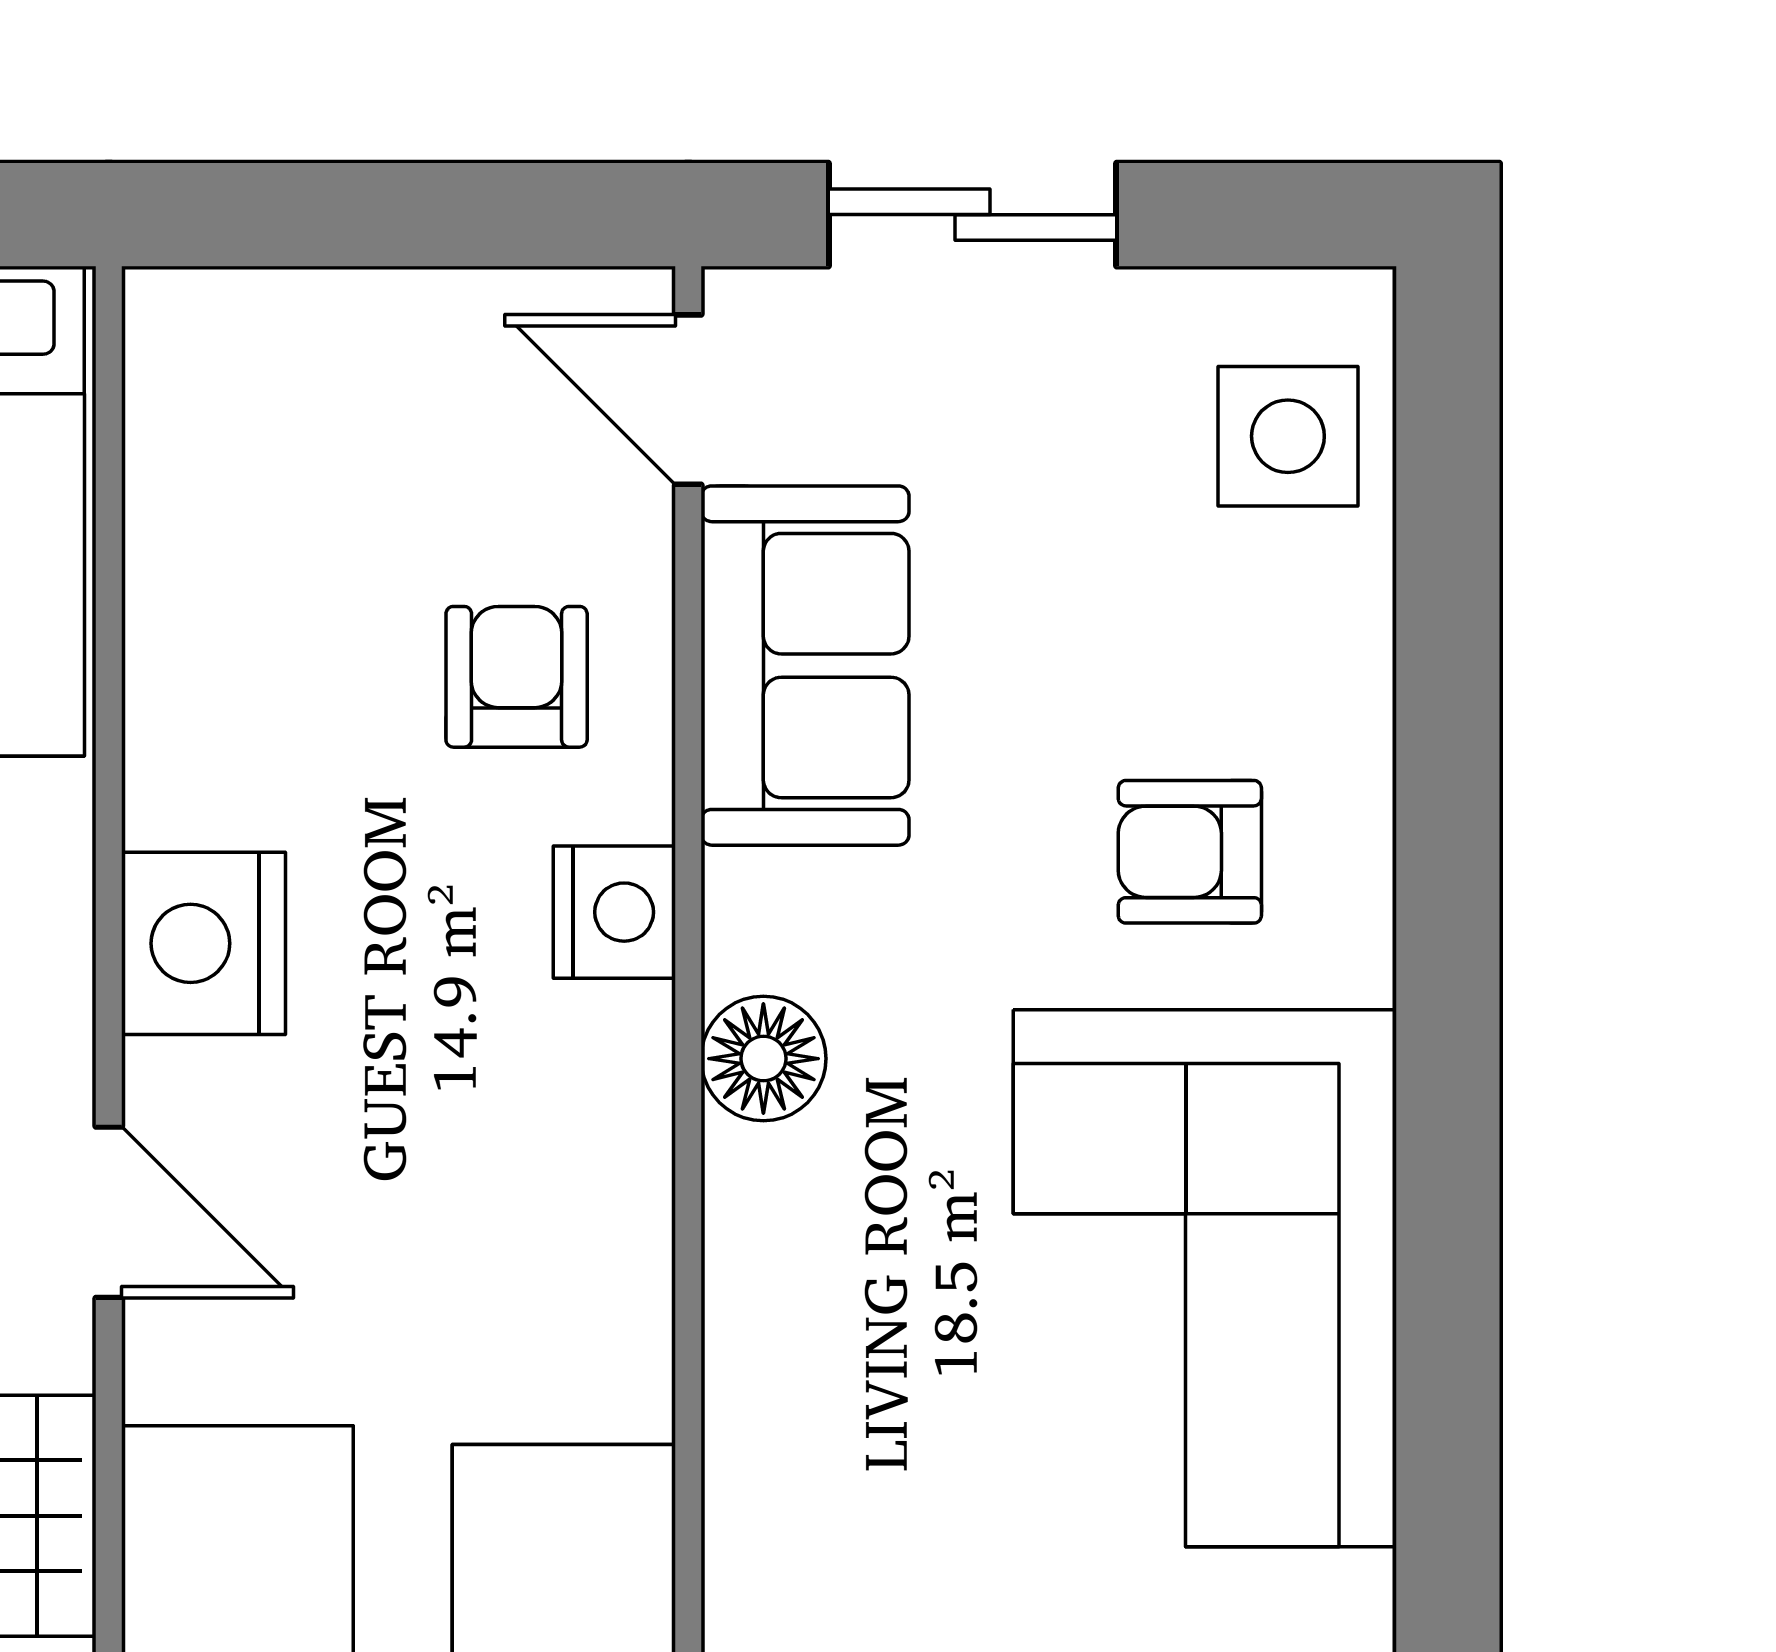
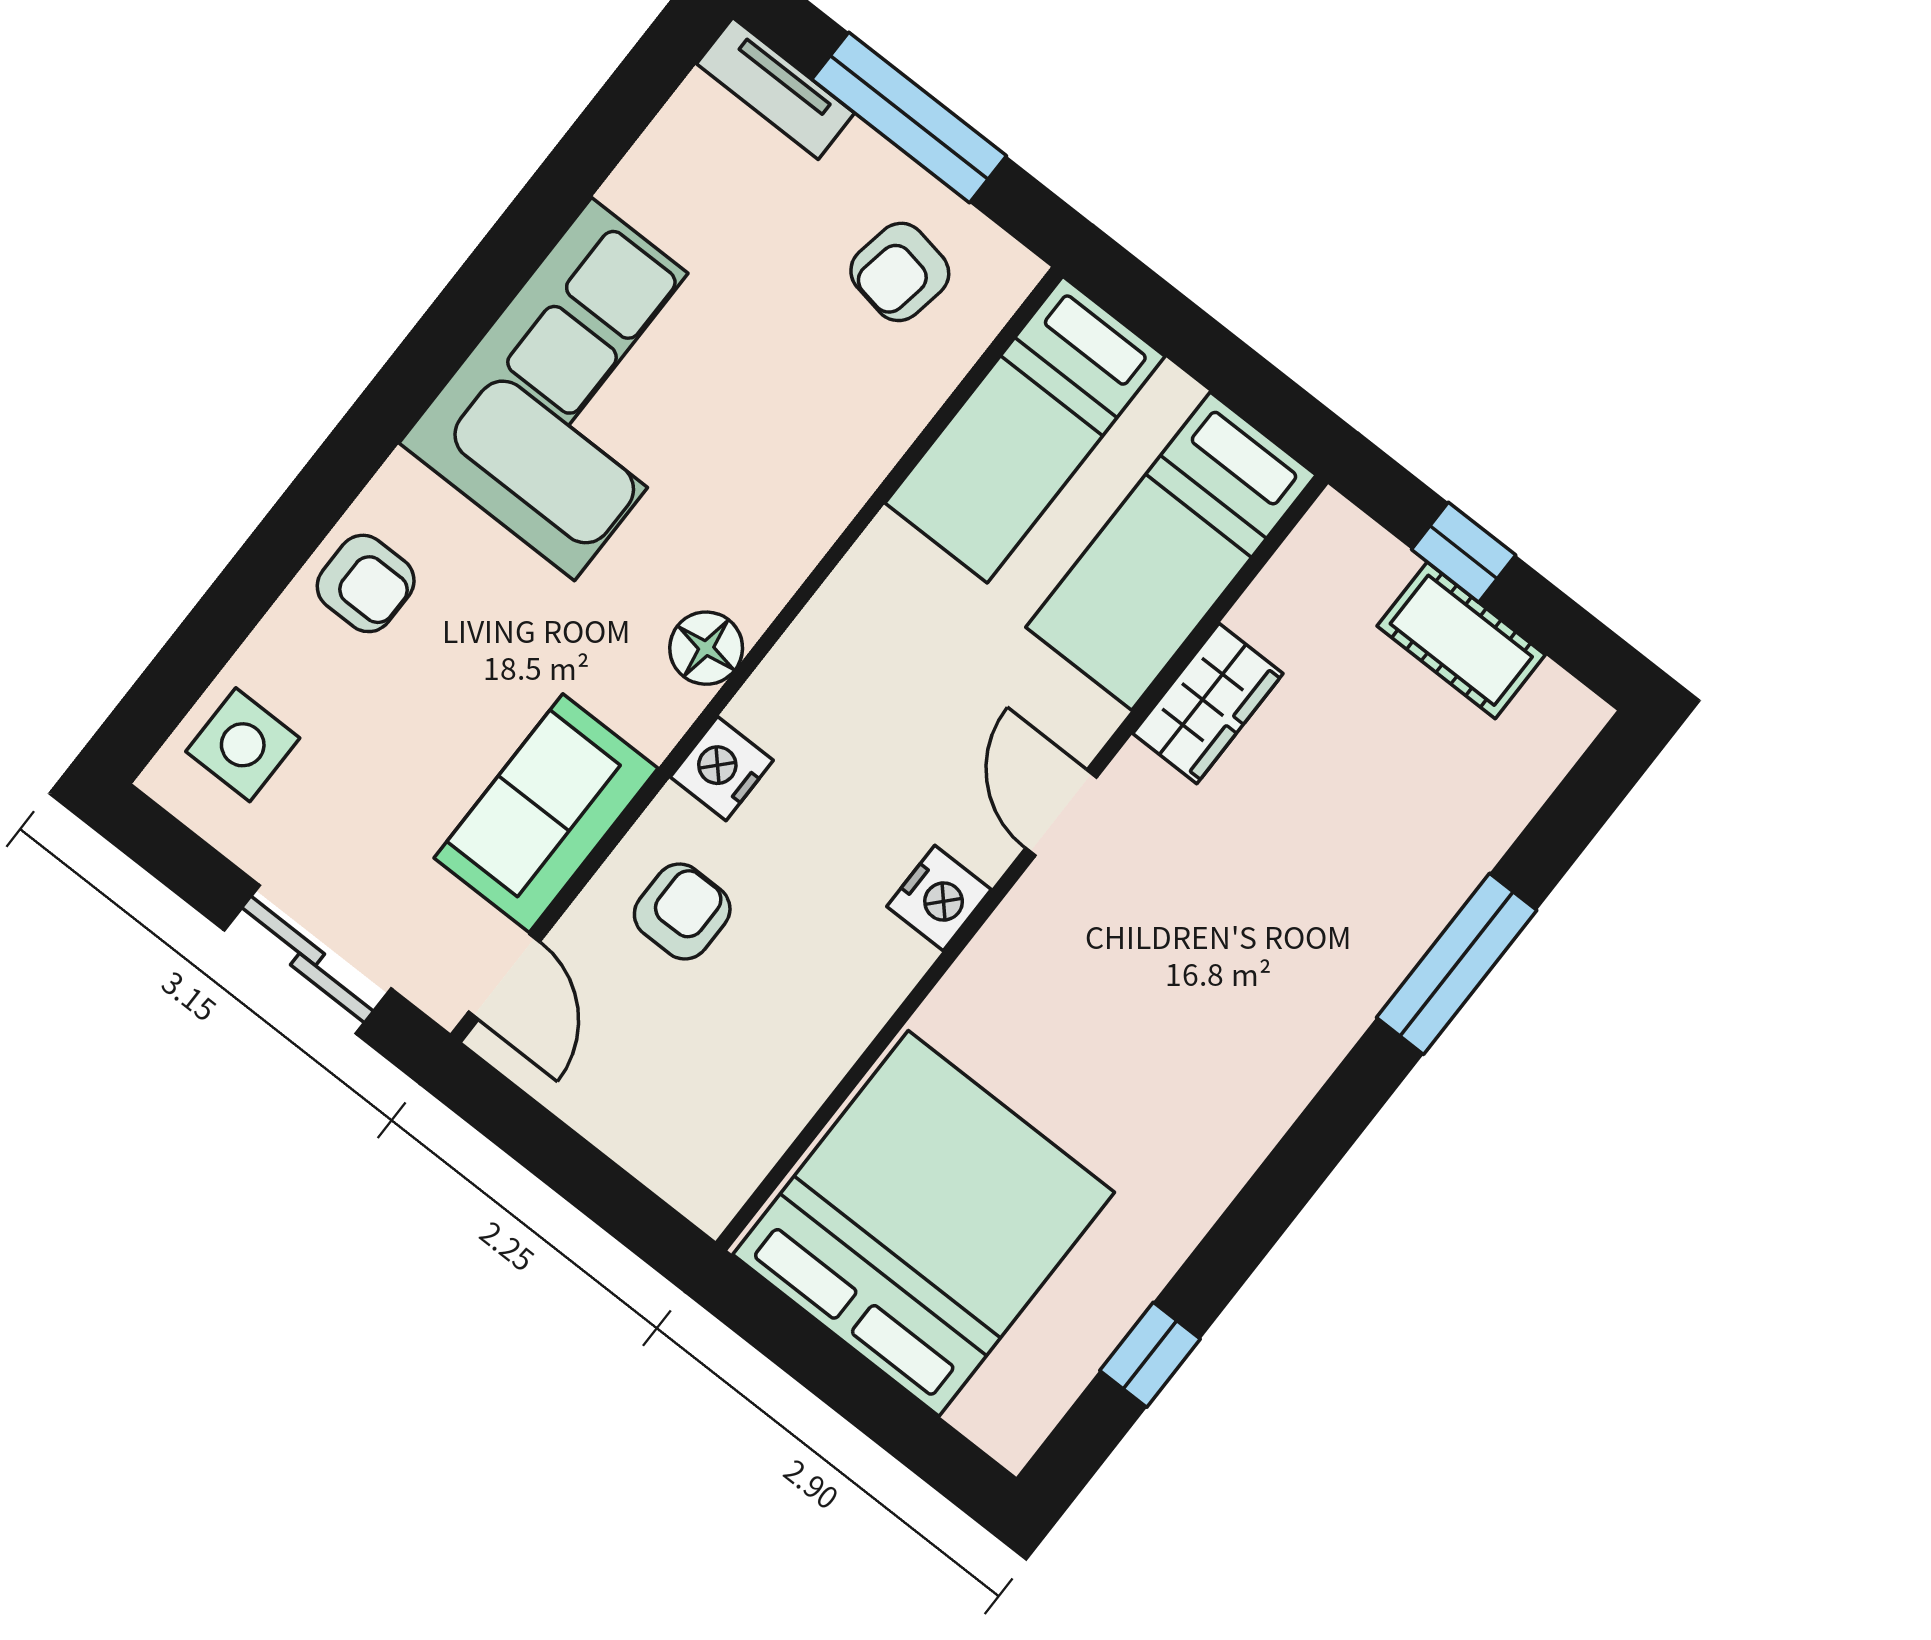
armchair: (517, 677) -> (682, 911), turned 180
armchair: (1190, 852) -> (366, 583), moved
nightstand: (203, 943) -> (939, 898), width x0.74, depth x0.75

